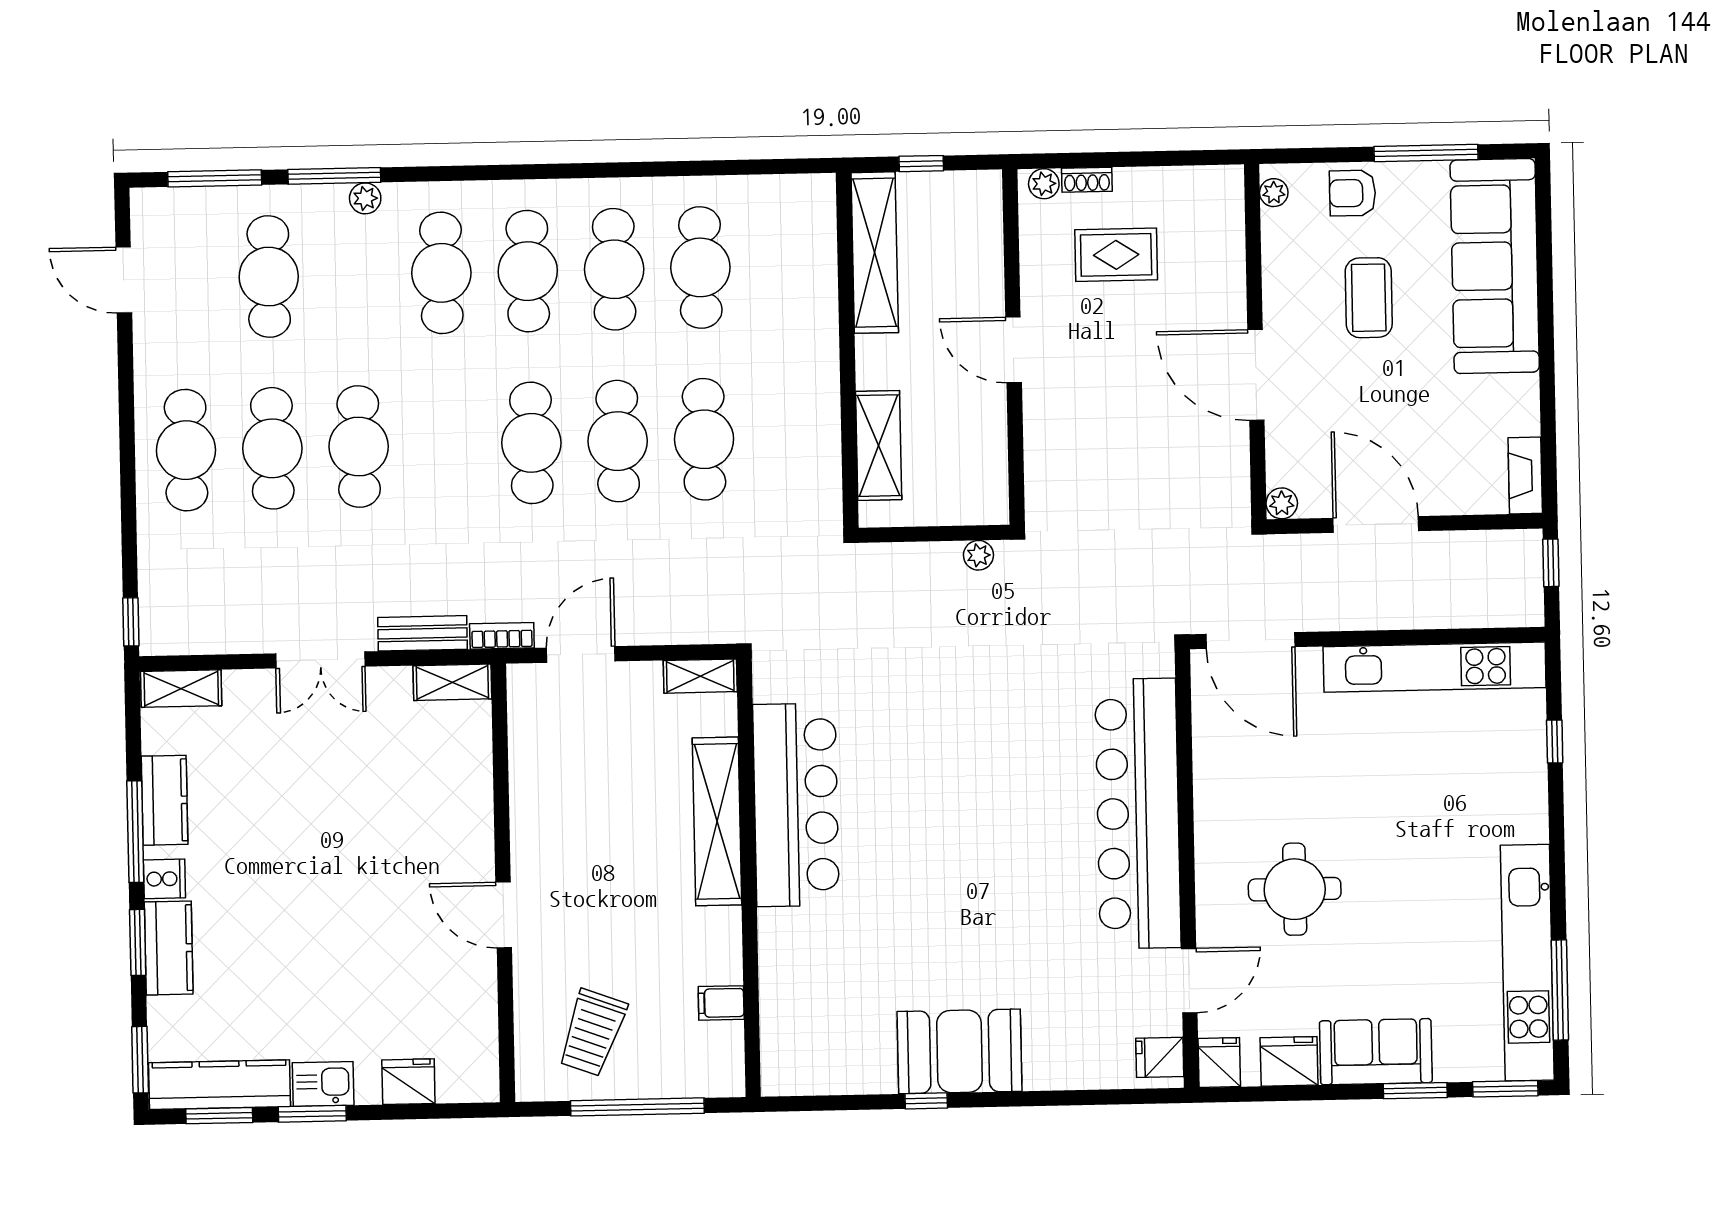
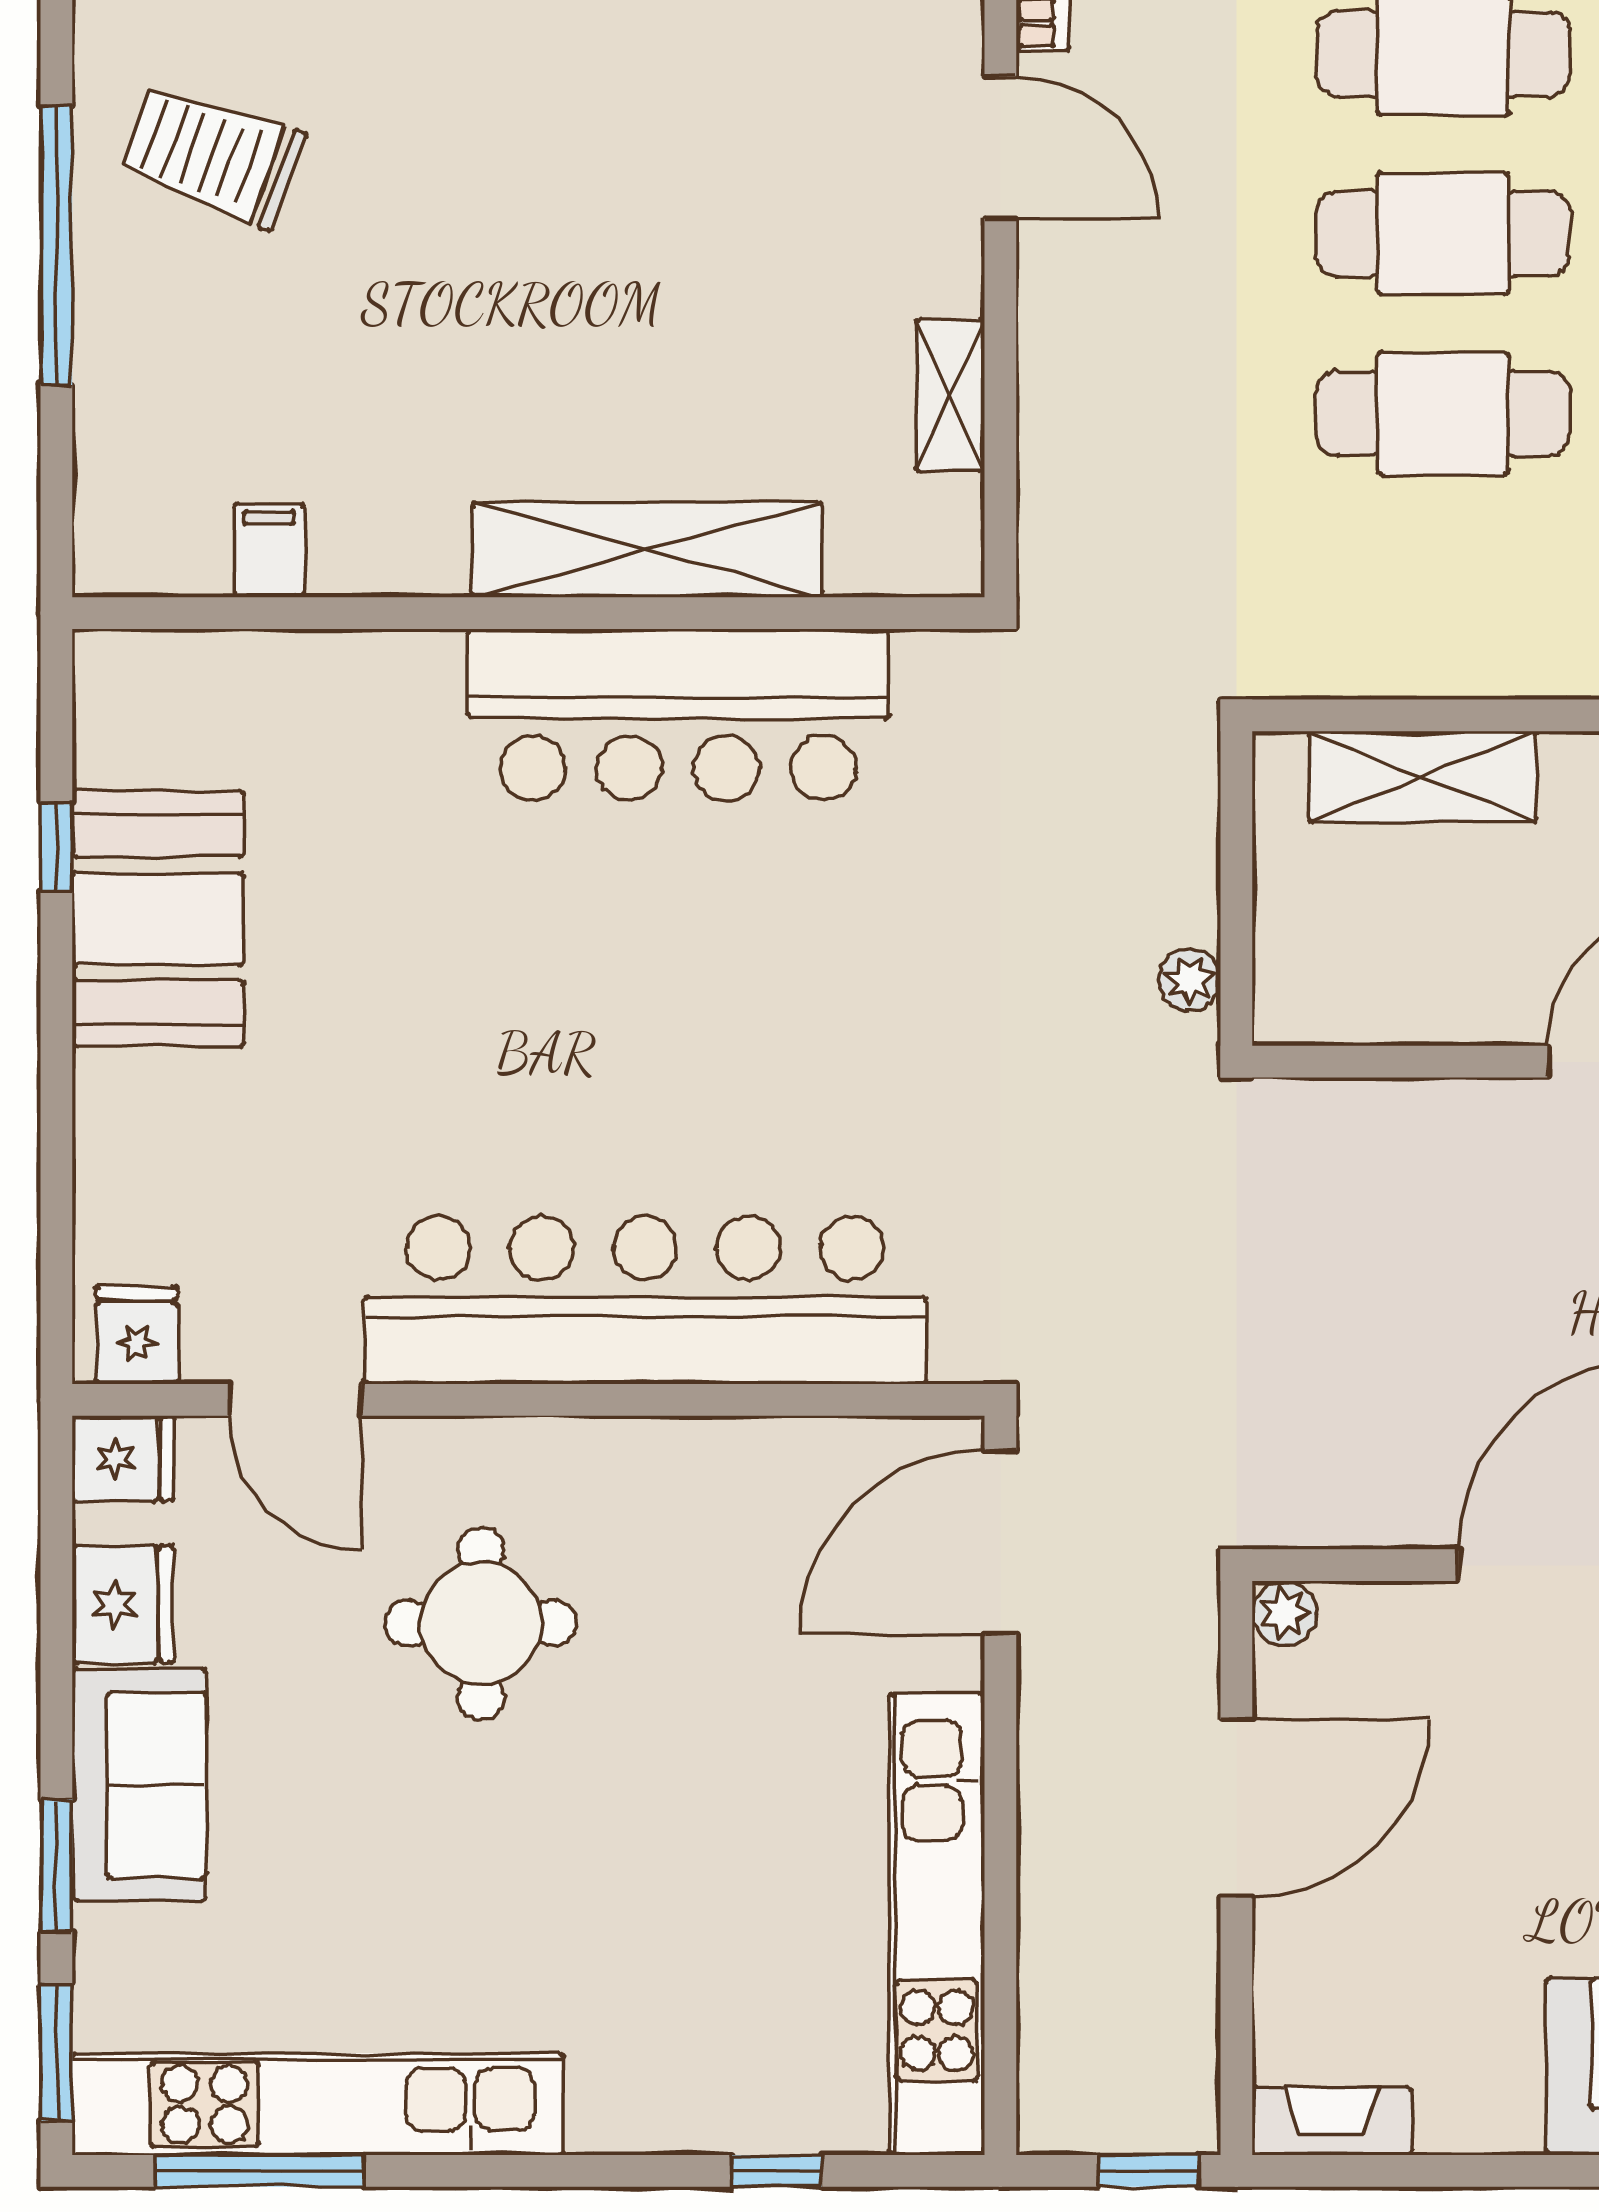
bar counter: (796, 805) -> (678, 715), moved
shelving: (717, 821) -> (647, 550), moved
wall: (749, 878) -> (528, 613), moved
filing cabinet: (721, 1003) -> (269, 550), moved

